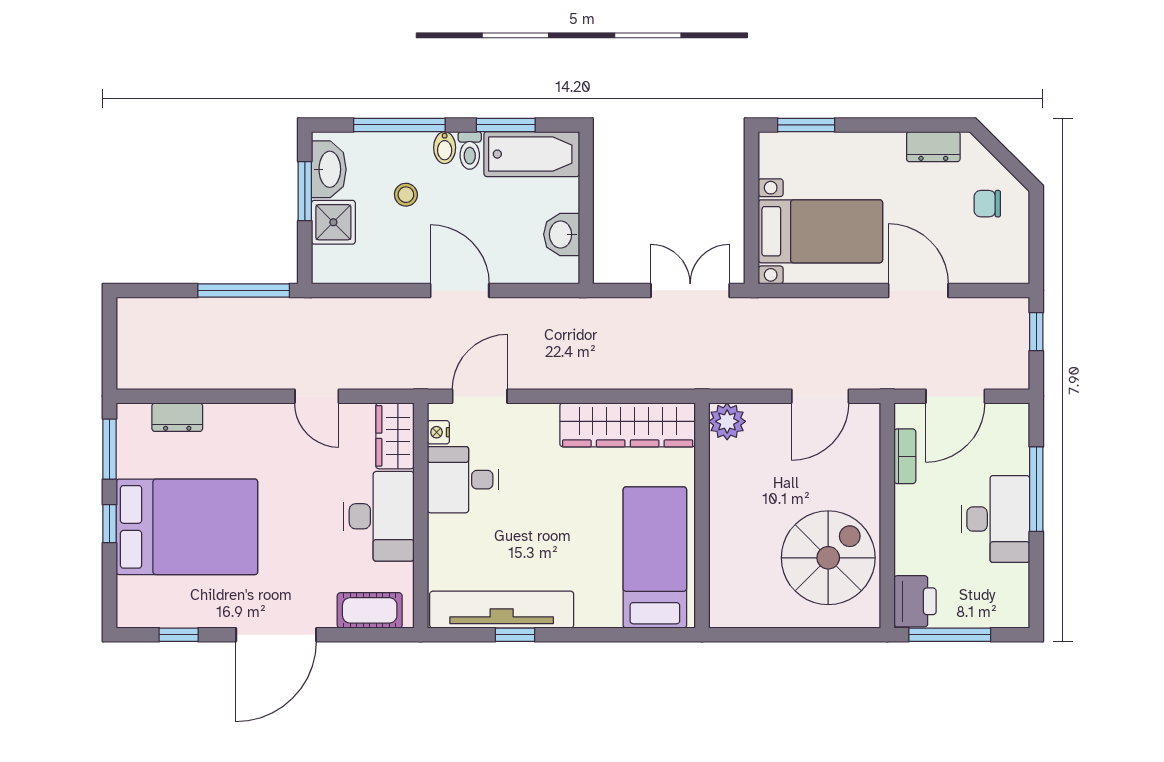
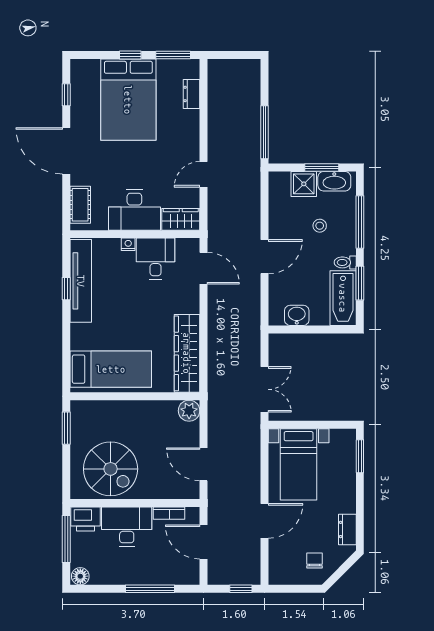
bidet: (445, 148) -> (347, 248), removed
nightstand: (438, 432) -> (128, 244), moved
desk: (995, 519) -> (127, 526), moved, turned 180
floor lamp: (1015, 610) -> (80, 576), added
window: (757, 635) -> (66, 428), added

